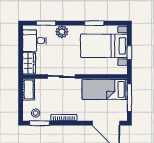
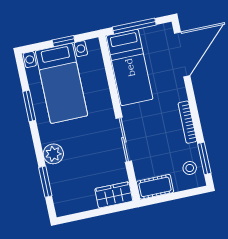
desk: (34, 41) -> (76, 194), removed

